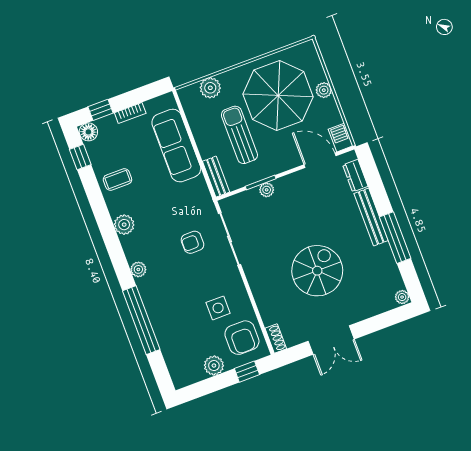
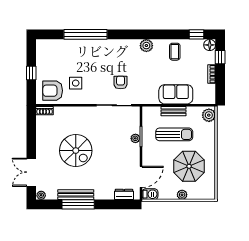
plant: (210, 88) -> (209, 115), moved
parasol: (278, 95) -> (189, 166), width x0.73, depth x0.73
sofa: (176, 146) -> (176, 94), width x0.73
bench: (216, 177) -> (174, 111), moved
bench: (371, 217) -> (76, 195), moved
plant: (138, 269) -> (116, 44), removed
double door: (331, 340) -> (31, 172), moved
plant: (214, 366) -> (42, 68), removed
window: (247, 372) -> (31, 73), moved

